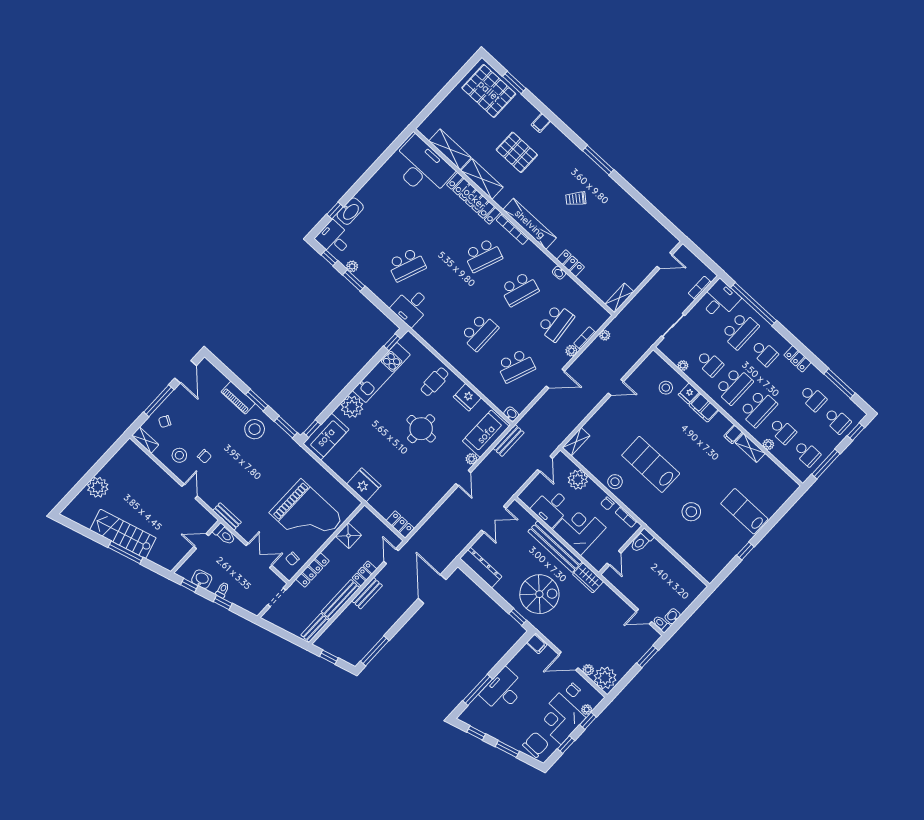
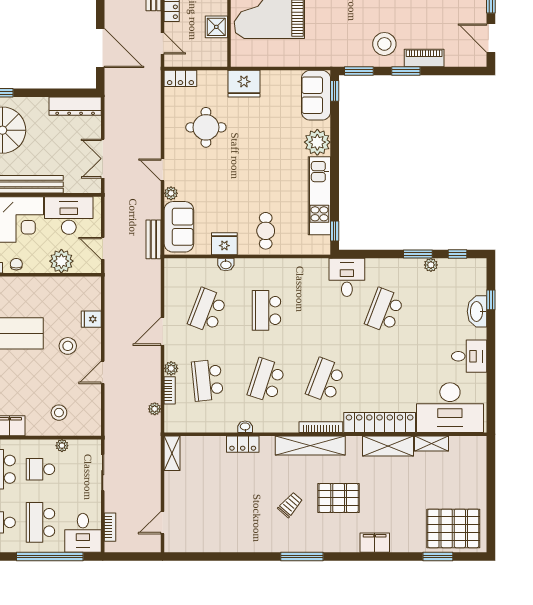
filing cabinet: (541, 123) -> (375, 543), width x2.00
shelving: (450, 149) -> (432, 444), width x0.67, depth x0.75
pallet: (517, 152) -> (339, 498), moved
desk: (334, 239) -> (469, 356), moved
fridge: (689, 393) -> (91, 319), moved, turned -90
washbasin: (511, 414) -> (226, 265), moved
round table: (421, 429) -> (206, 127), moved
shelving: (576, 442) -> (94, 293), removed
stool: (615, 482) -> (68, 346), moved
desk: (551, 507) -> (69, 216), width x1.37

